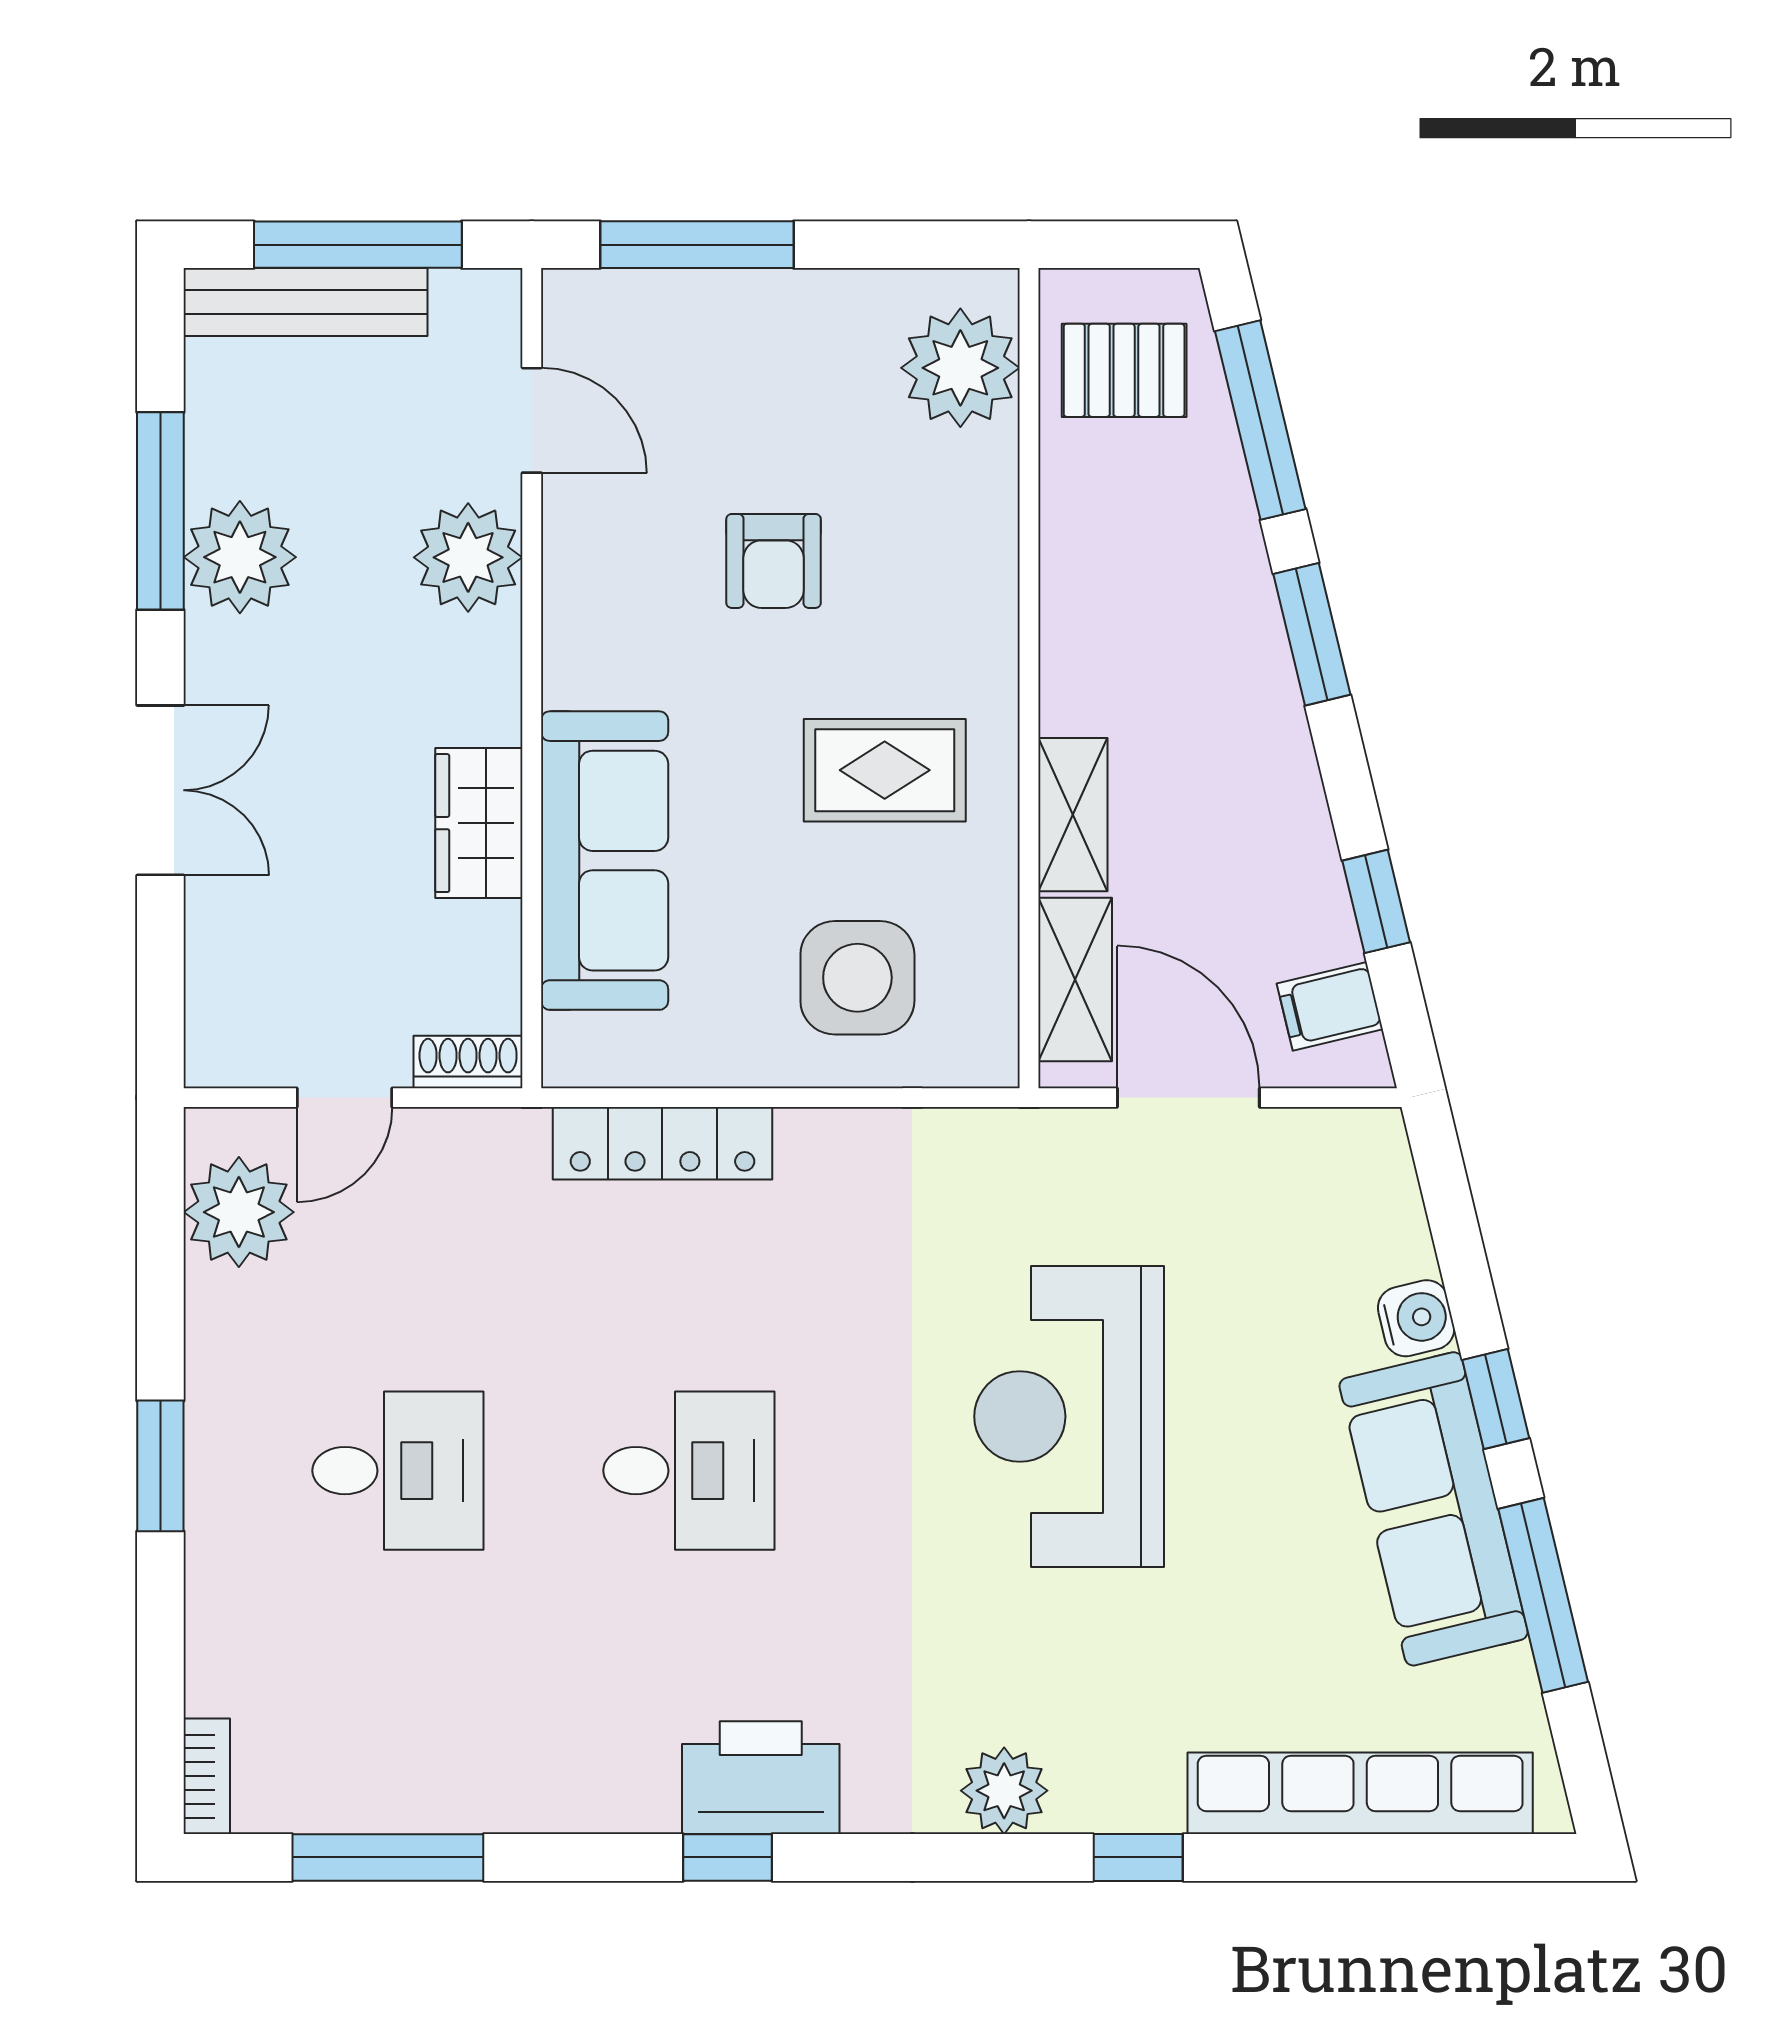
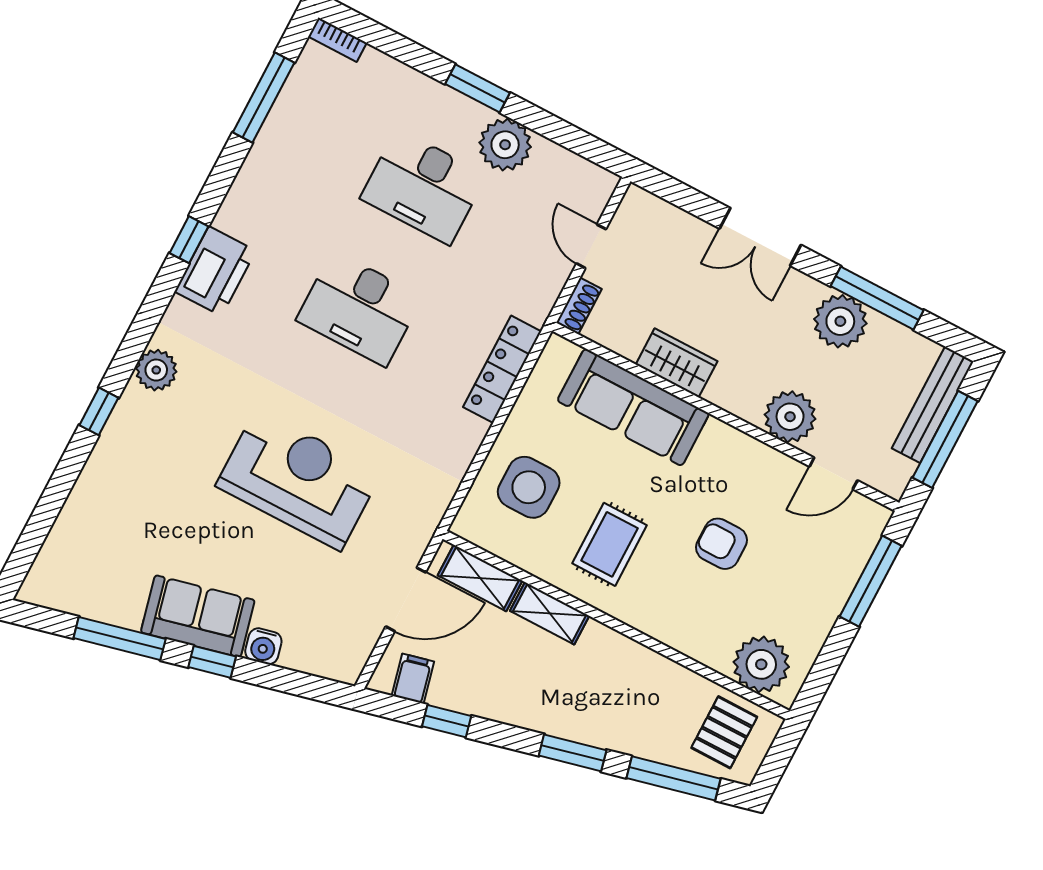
plant: (239, 1212) -> (505, 145), moved
desk: (398, 1471) -> (423, 187), width x1.37
desk: (689, 1471) -> (359, 308), width x1.37
sofa: (1434, 1509) -> (198, 616), width x0.73
row of seats: (1360, 1793) -> (77, 518), removed

